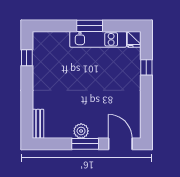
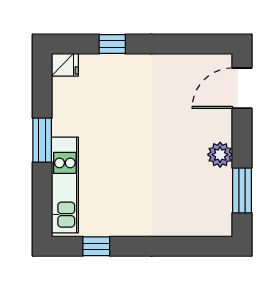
kitchen unit: (98, 39) -> (65, 185), moved
bench: (38, 124) -> (208, 227), removed
window: (85, 144) -> (242, 190), moved

